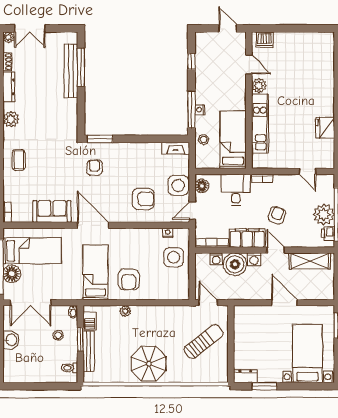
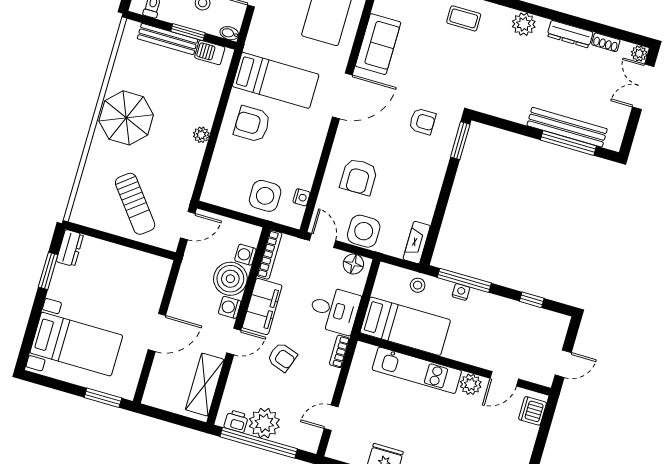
plant: (125, 311) -> (201, 135), moved

